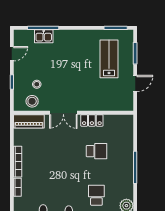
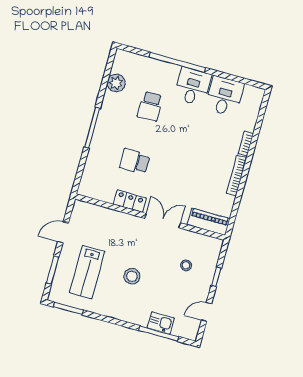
stool: (32, 101) -> (132, 276), moved

